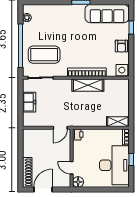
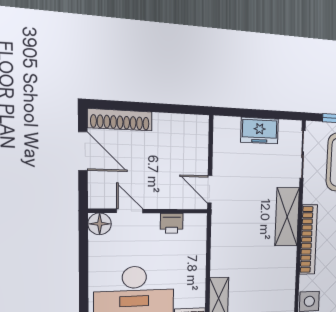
shelving: (88, 85) -> (287, 217), moved
printer: (78, 134) -> (172, 223), moved
door: (72, 168) -> (130, 211), hinge flipped

